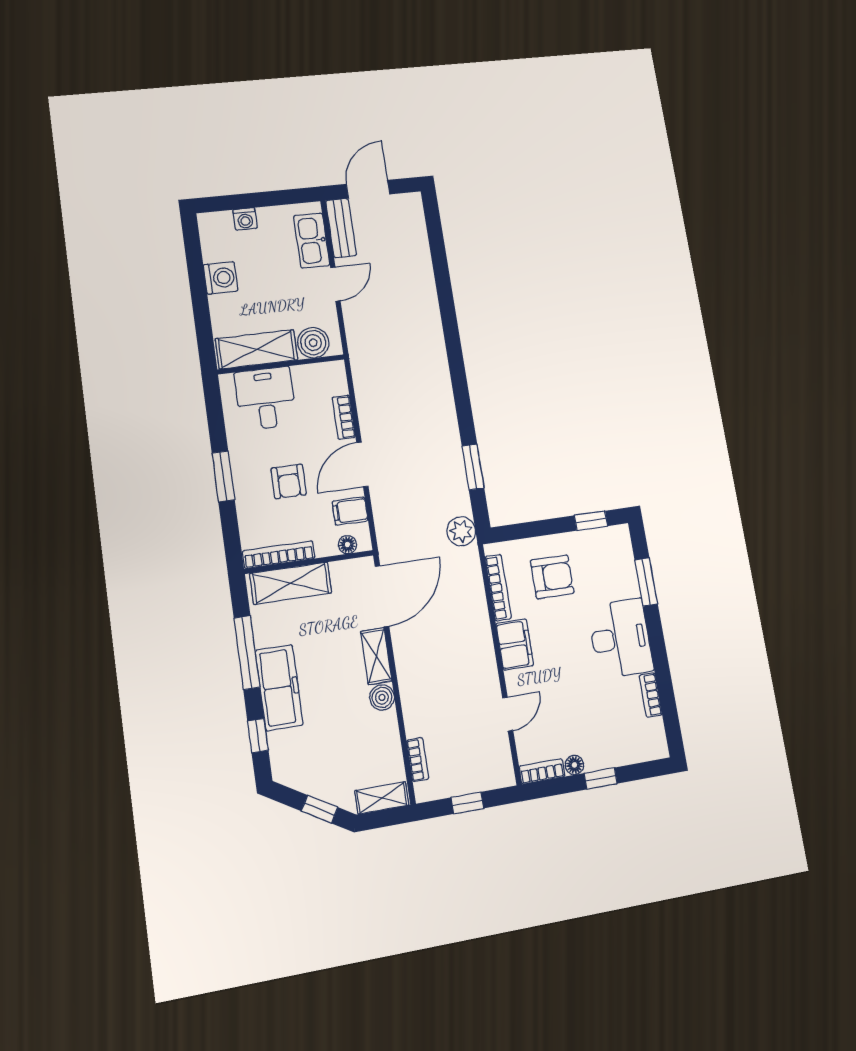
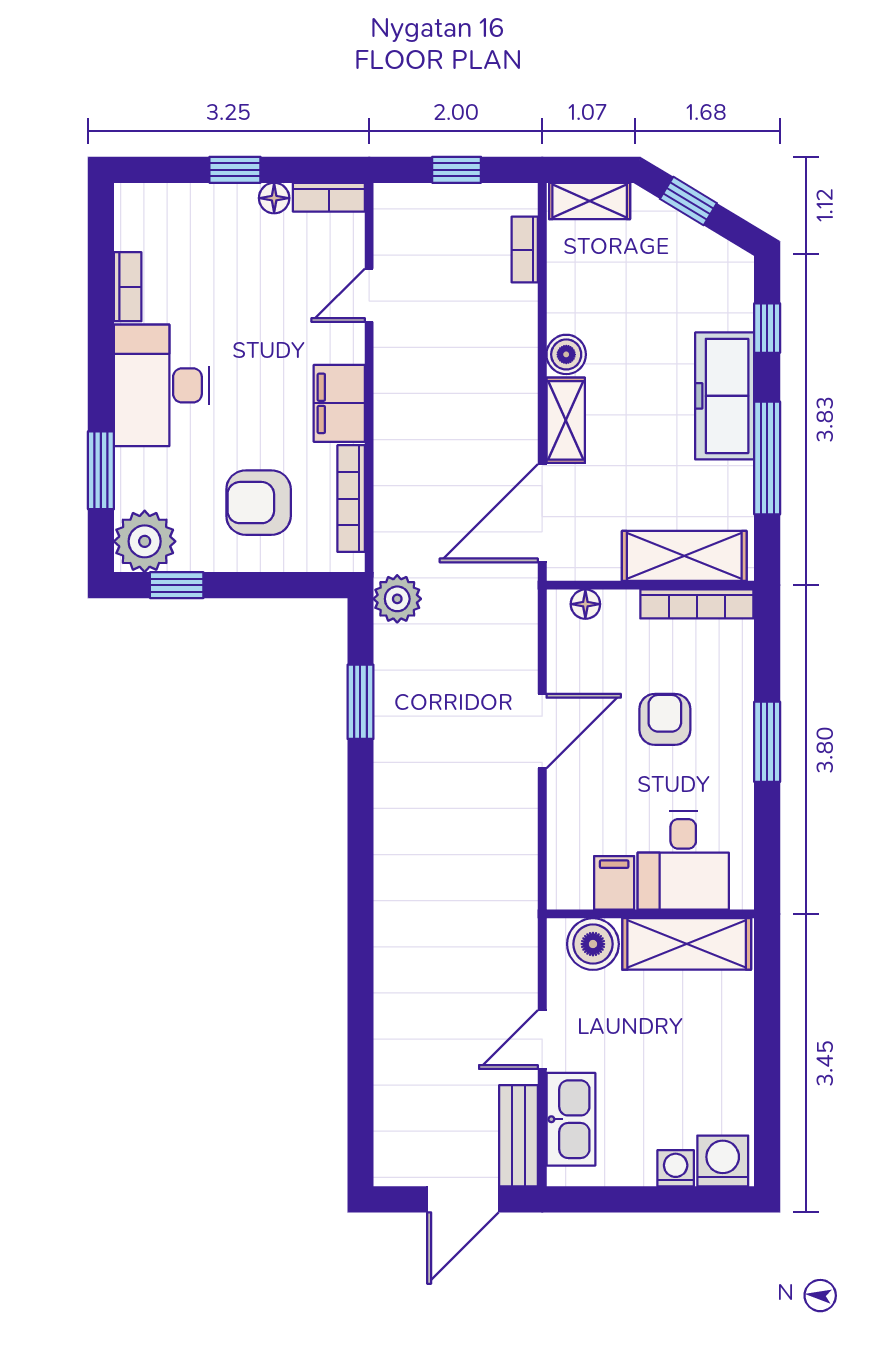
washing machine: (221, 278) -> (723, 1161), moved, turned 90
bookcase: (344, 417) -> (561, 813), removed
filing cabinet: (350, 511) -> (614, 883), moved, turned -90
plant: (614, 544) -> (145, 541), added

